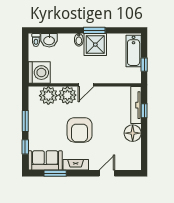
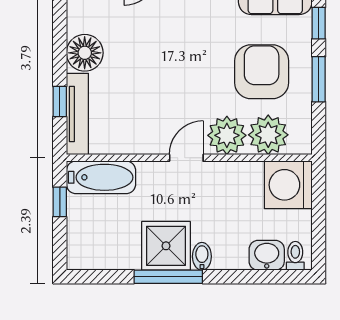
window: (94, 30) -> (168, 277), width x1.44
bathtub: (134, 51) -> (101, 177), moved, turned 90
armchair: (80, 130) -> (262, 72), moved

